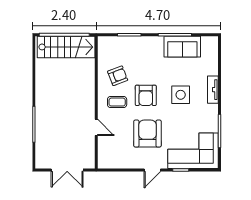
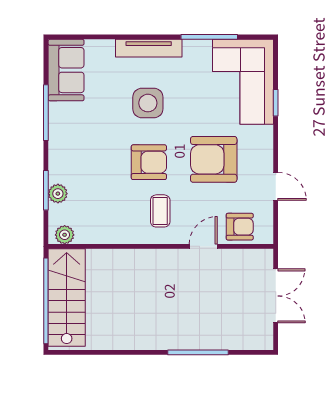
plant: (127, 42) -> (58, 194), added
plant: (103, 46) -> (65, 235), added
sofa: (182, 47) -> (66, 70), moved
armchair: (118, 76) -> (240, 227), moved, turned 111
tv unit: (213, 90) -> (149, 48), width x1.41
door: (152, 170) -> (276, 186), moved

